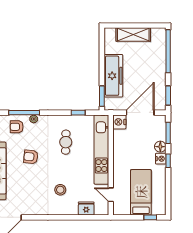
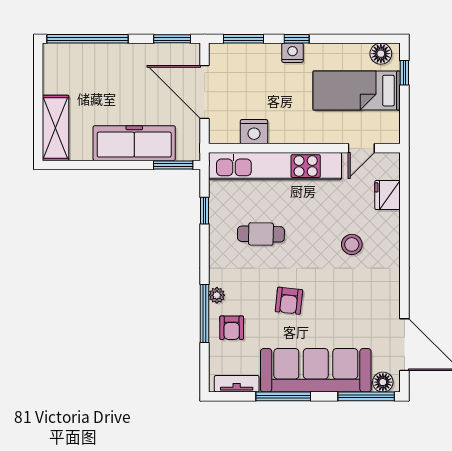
shelving: (133, 35) -> (56, 128), moved
nightstand: (119, 122) -> (254, 132), moved
floor lamp: (160, 147) -> (381, 54), moved

